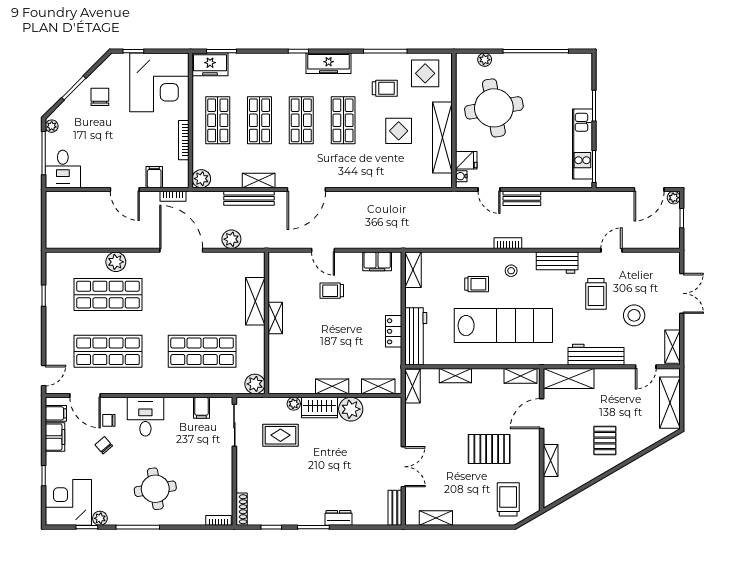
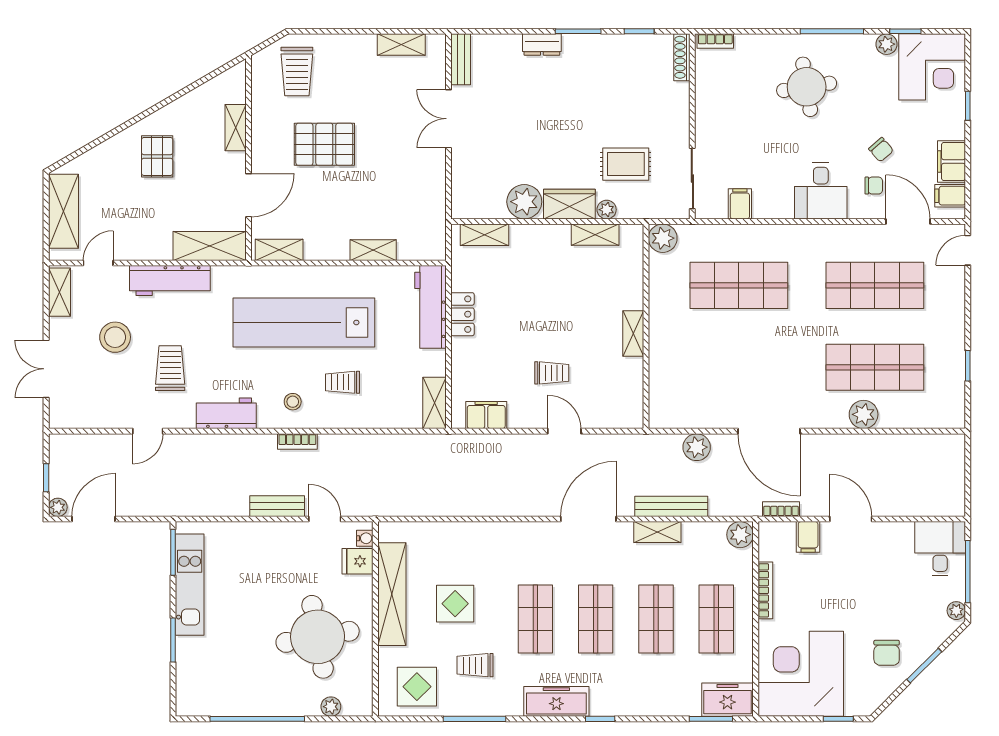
shelving: (255, 301) -> (662, 358), removed
shelving: (332, 386) -> (595, 235), moved
shelving: (413, 386) -> (435, 235), removed

